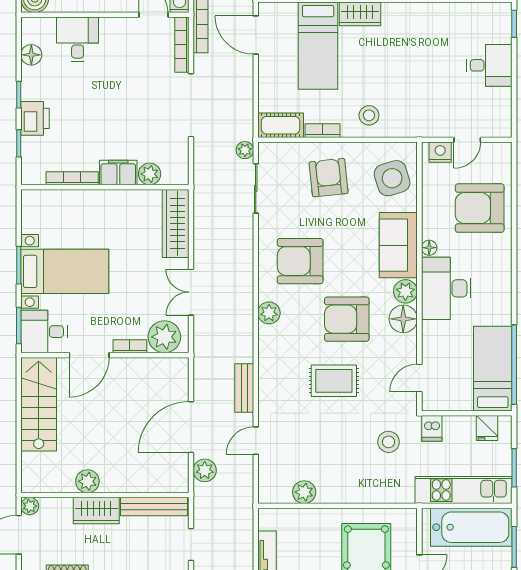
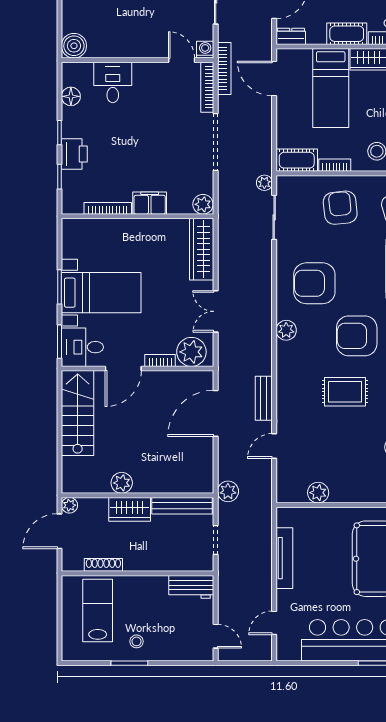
plant: (150, 174) -> (203, 204), moved
door: (191, 427) -> (216, 413), moved
plant: (205, 470) -> (228, 491), moved

